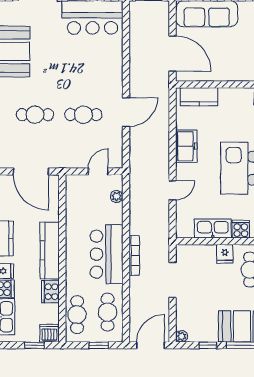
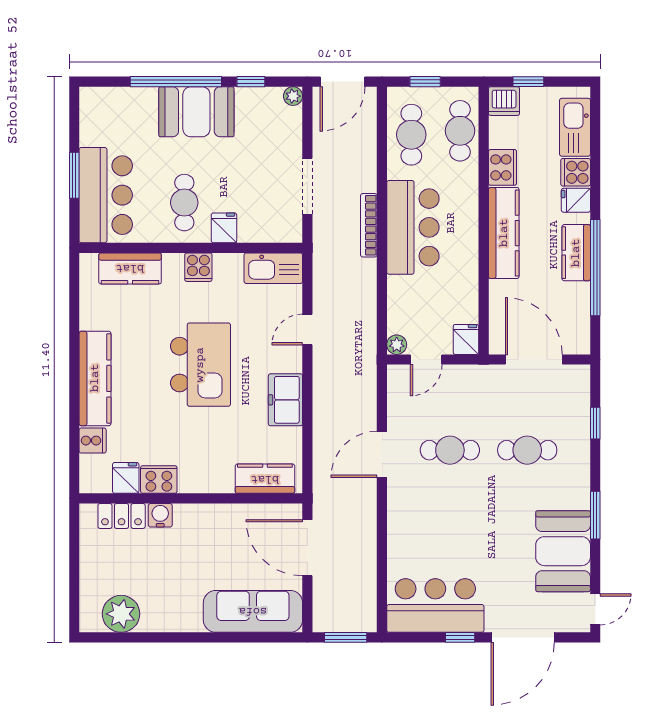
fridge: (73, 184) -> (466, 339), added
plant: (117, 197) -> (397, 345), moved
kitchen sink: (213, 229) -> (273, 268), moved

